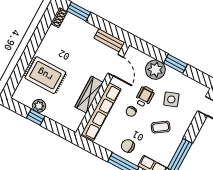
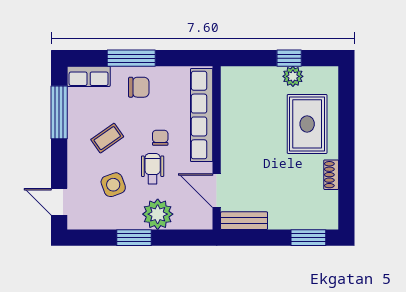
shoe rack: (59, 17) -> (331, 175), moved
rug: (45, 75) -> (307, 124), turned 90
wardrobe: (89, 95) -> (232, 130), removed
wheelchair: (145, 97) -> (153, 169), turned 180

